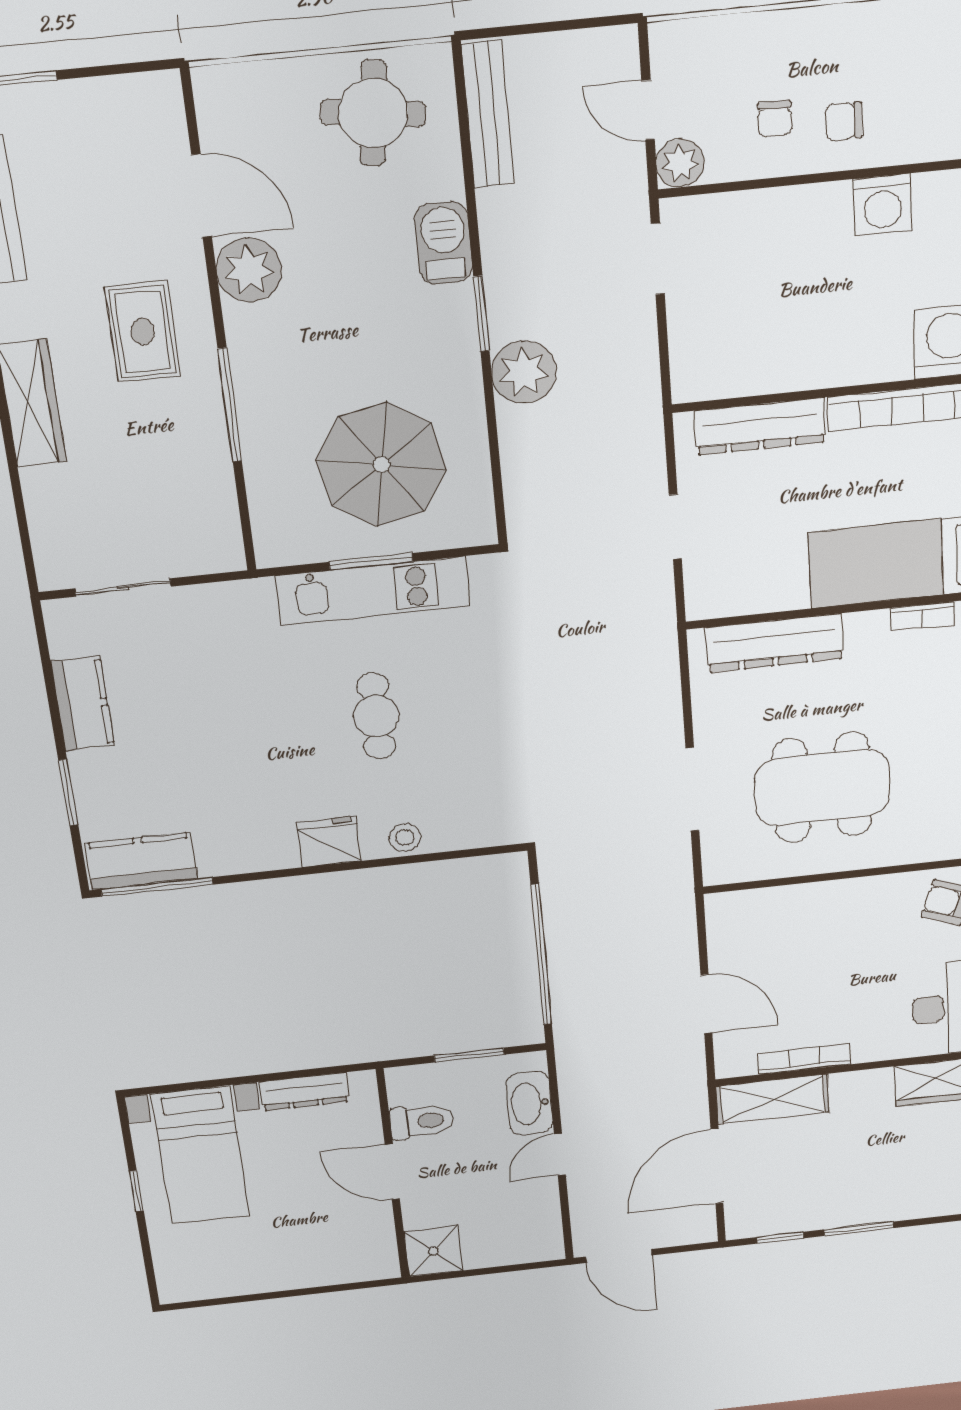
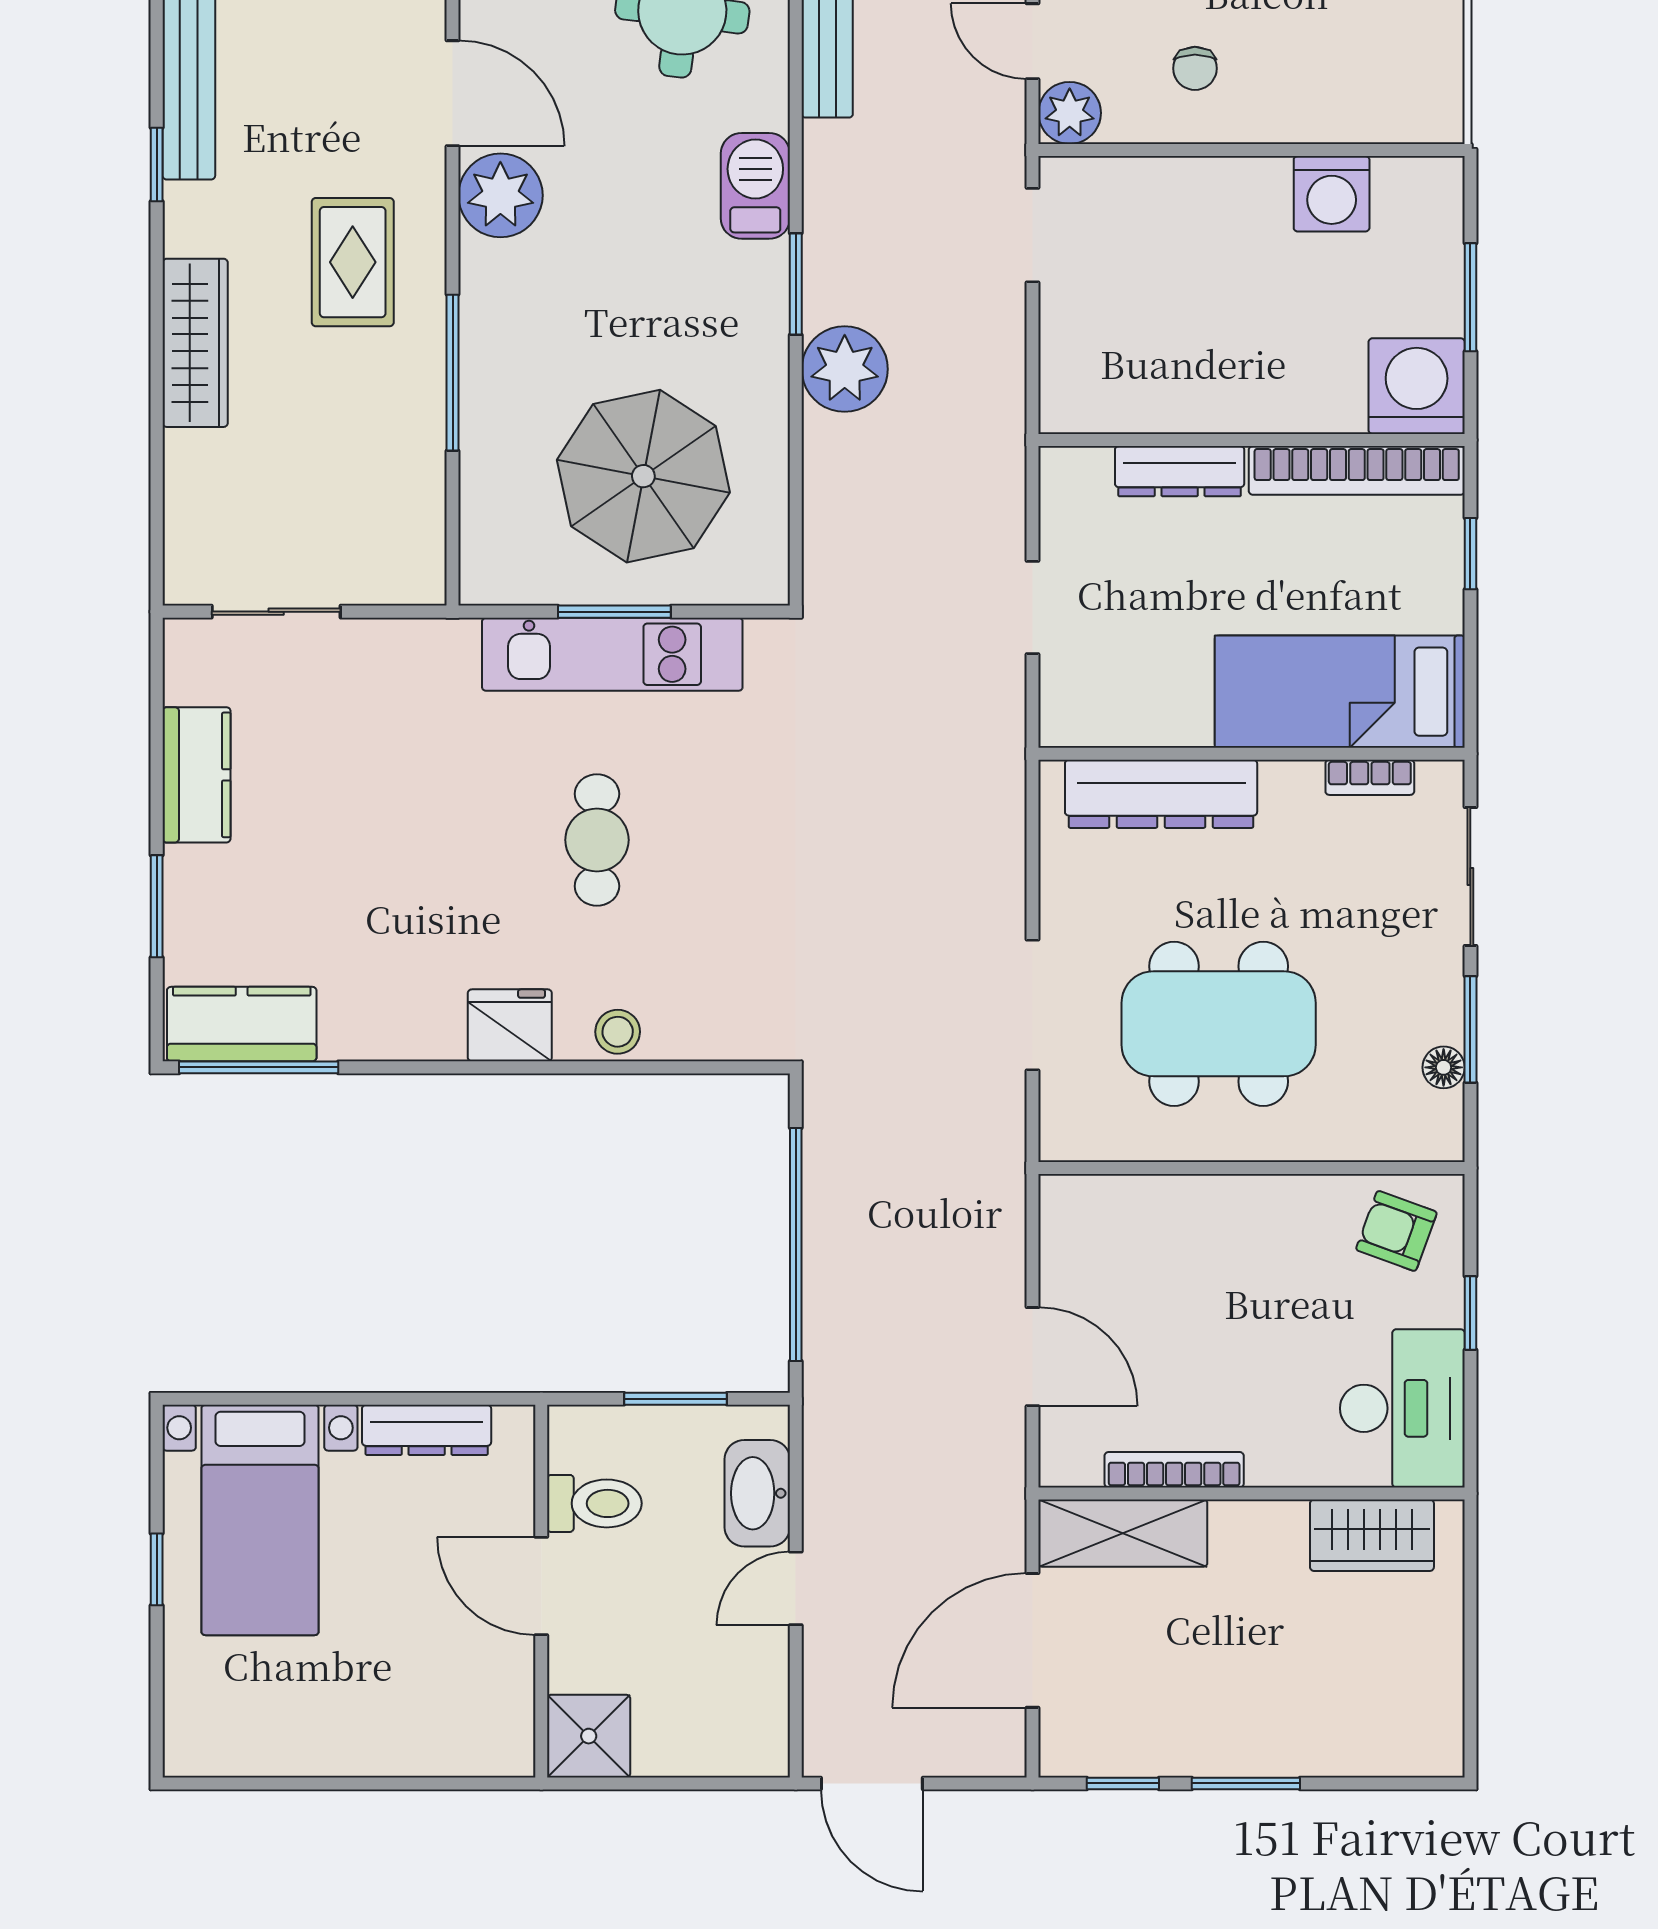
chair: (844, 121) -> (1284, 80), removed
dresser: (760, 426) -> (1180, 471), width x0.73, depth x0.80

